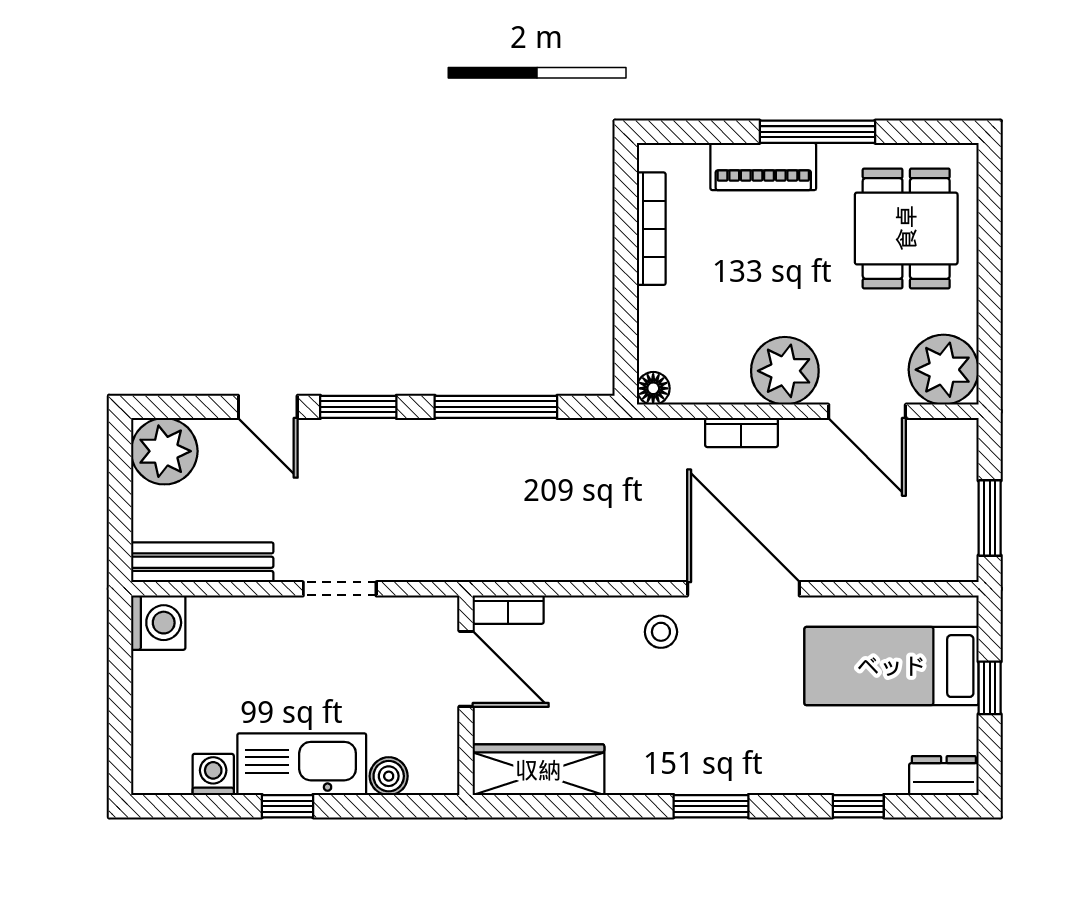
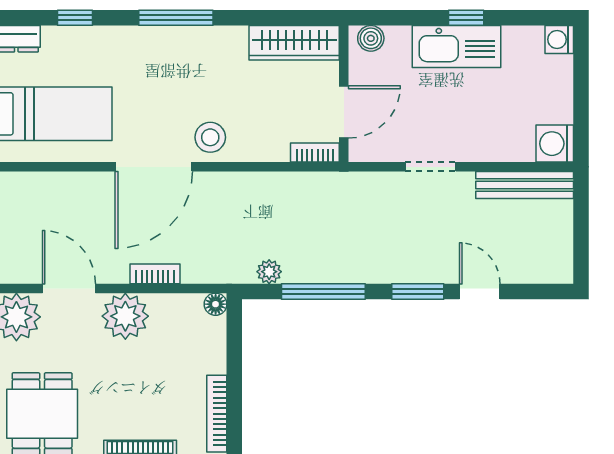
plant: (164, 451) -> (269, 272), moved, width x0.53, depth x0.53
door: (743, 589) -> (154, 167), hinge flipped
stool: (661, 632) -> (210, 137), width x1.37, depth x1.37
door: (466, 669) -> (344, 112), swing flipped
washing machine: (213, 774) -> (559, 39), moved, turned 90
boiler: (389, 776) -> (371, 38), moved
window: (711, 806) -> (176, 18), width x1.44

